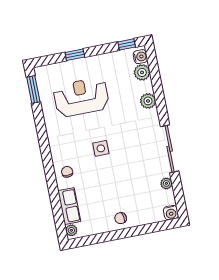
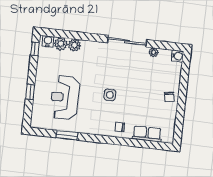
window: (33, 89) -> (67, 135), moved
plant: (148, 101) -> (74, 45), moved
plant: (71, 230) -> (167, 138), removed

